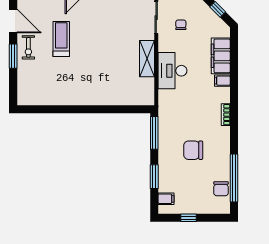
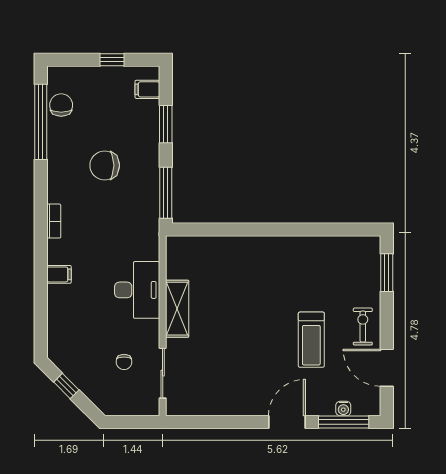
window: (13, 56) -> (387, 273), moved
filing cabinet: (221, 56) -> (62, 313), removed
chair: (193, 150) -> (105, 165), turned 180

